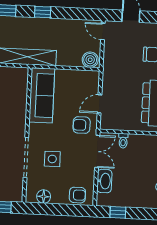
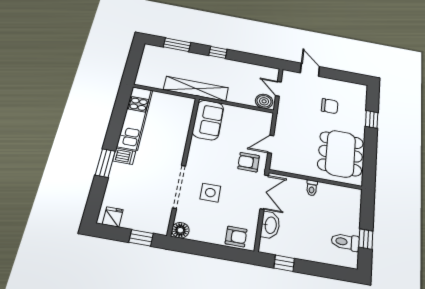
door: (103, 31) -> (278, 89), moved
sofa: (42, 95) -> (208, 120), width x0.73
toilet: (123, 141) -> (312, 188), moved
floor lamp: (44, 197) -> (180, 230), moved

